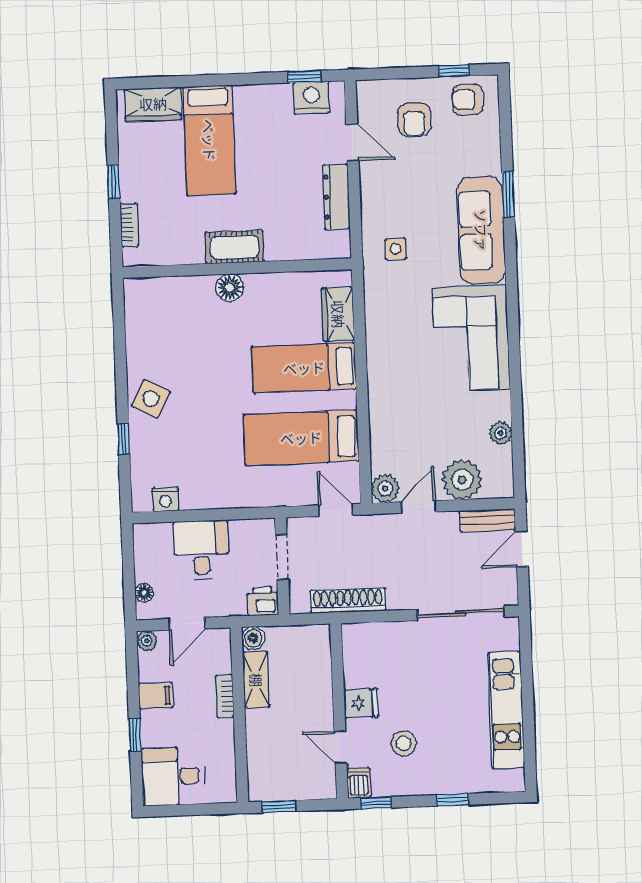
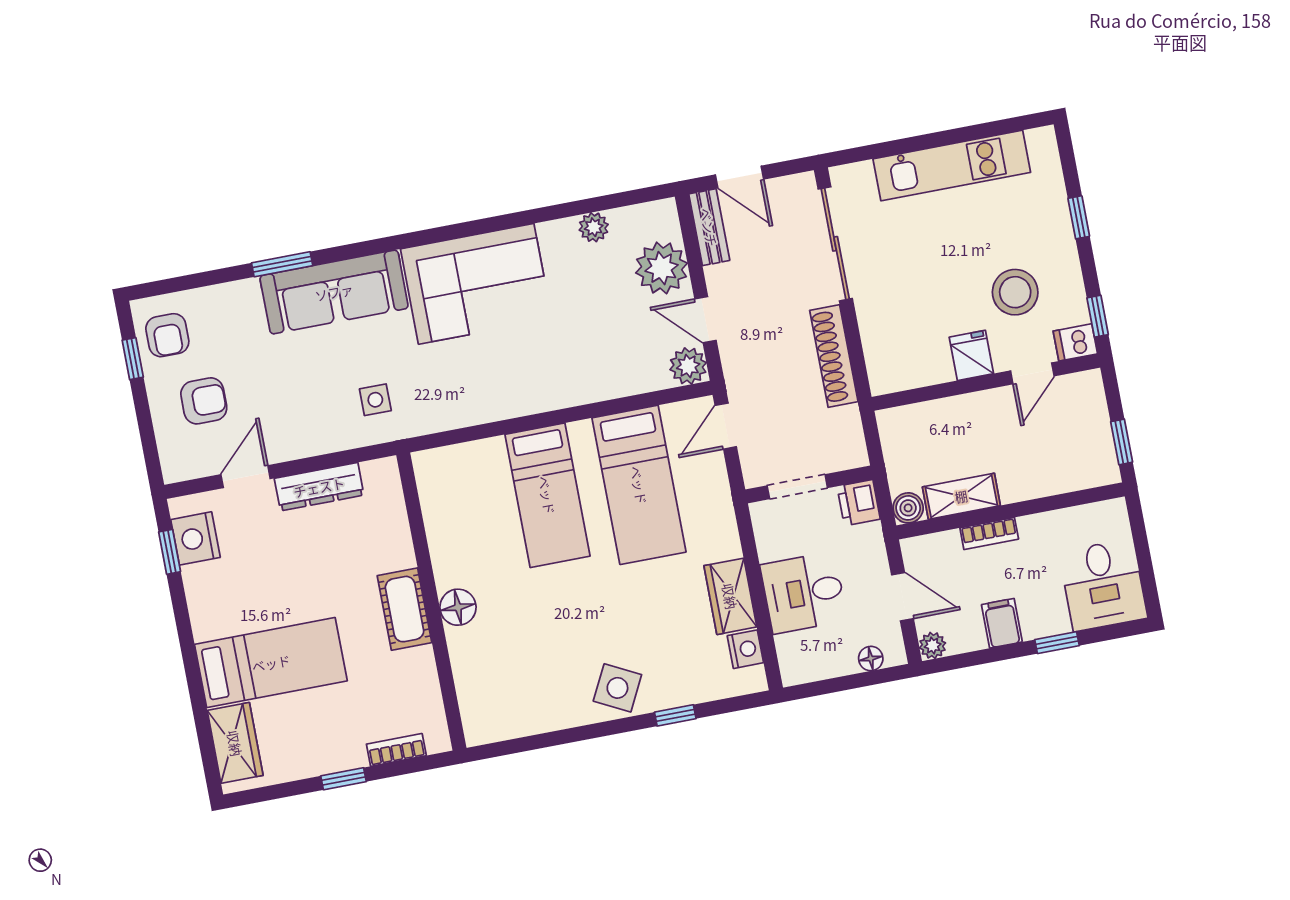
wardrobe: (338, 314) -> (730, 596), moved, turned 90
shoe rack: (348, 601) -> (834, 356), moved
stool: (404, 743) -> (1015, 292), width x1.38, depth x1.38

